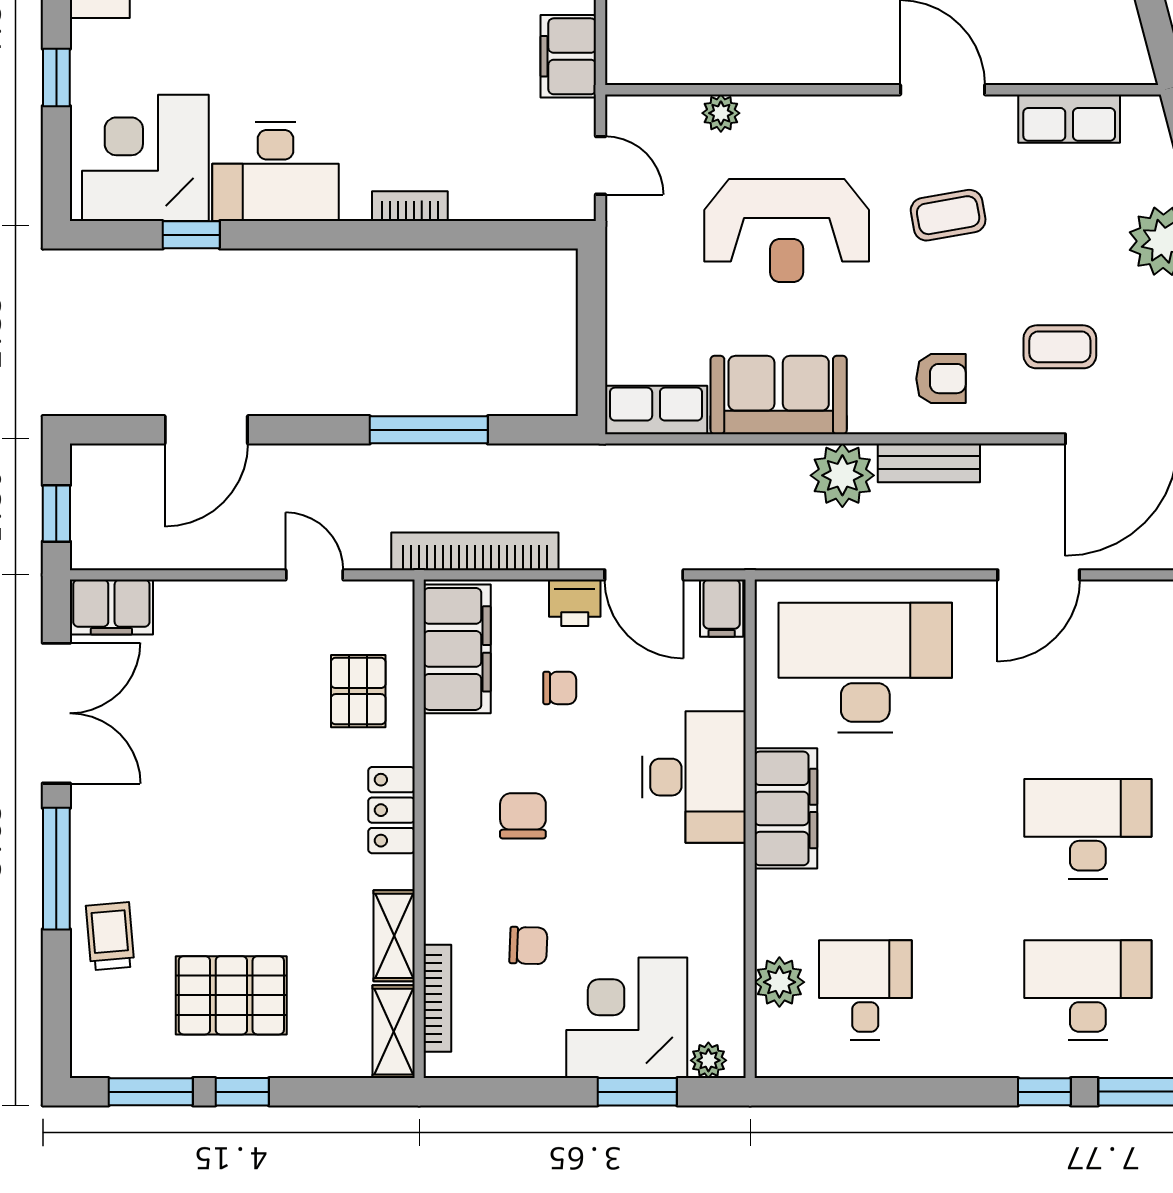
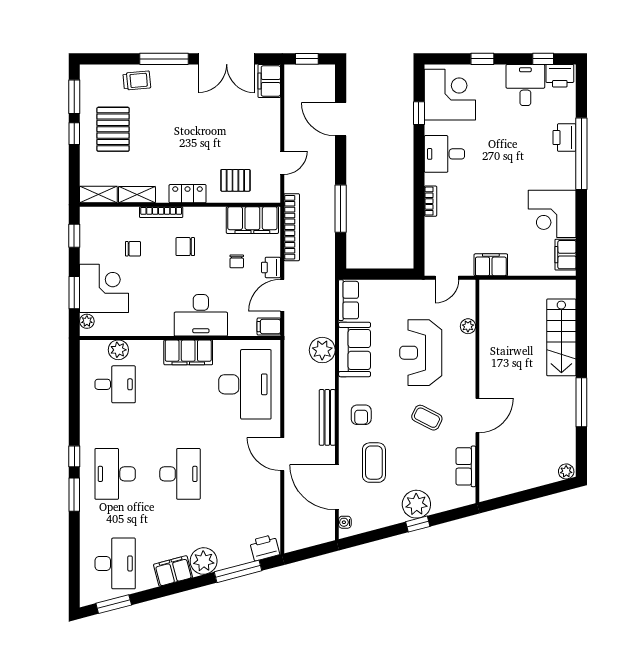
desk: (275, 172) -> (444, 154), width x0.73
coffee table: (948, 215) -> (427, 418), turned -53
coffee table: (1060, 347) -> (374, 463), width x1.36, depth x1.30
bench: (929, 463) -> (327, 417), width x1.36
plant: (842, 475) -> (322, 350), moved
chair: (523, 816) -> (185, 247), turned 180
chair: (528, 946) -> (133, 249), turned -92
desk: (1088, 990) -> (115, 474), turned 180
bookcase: (437, 998) -> (161, 212), moved
window: (496, 1092) -> (74, 236), added

